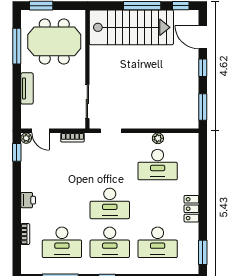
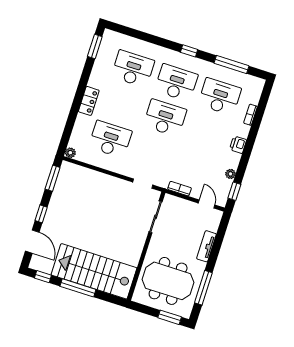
plant: (26, 138) -> (230, 174), moved
plant: (158, 138) -> (70, 153), moved
locker: (191, 209) -> (89, 101), moved

